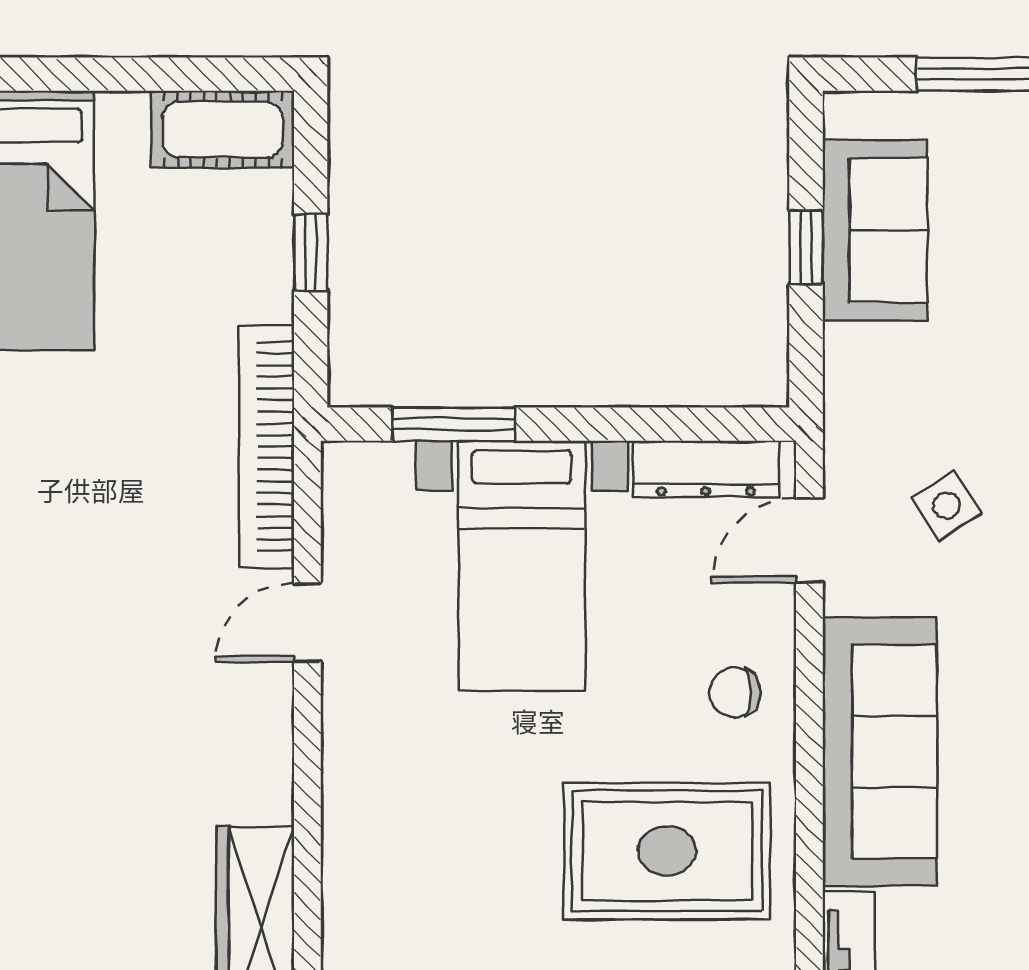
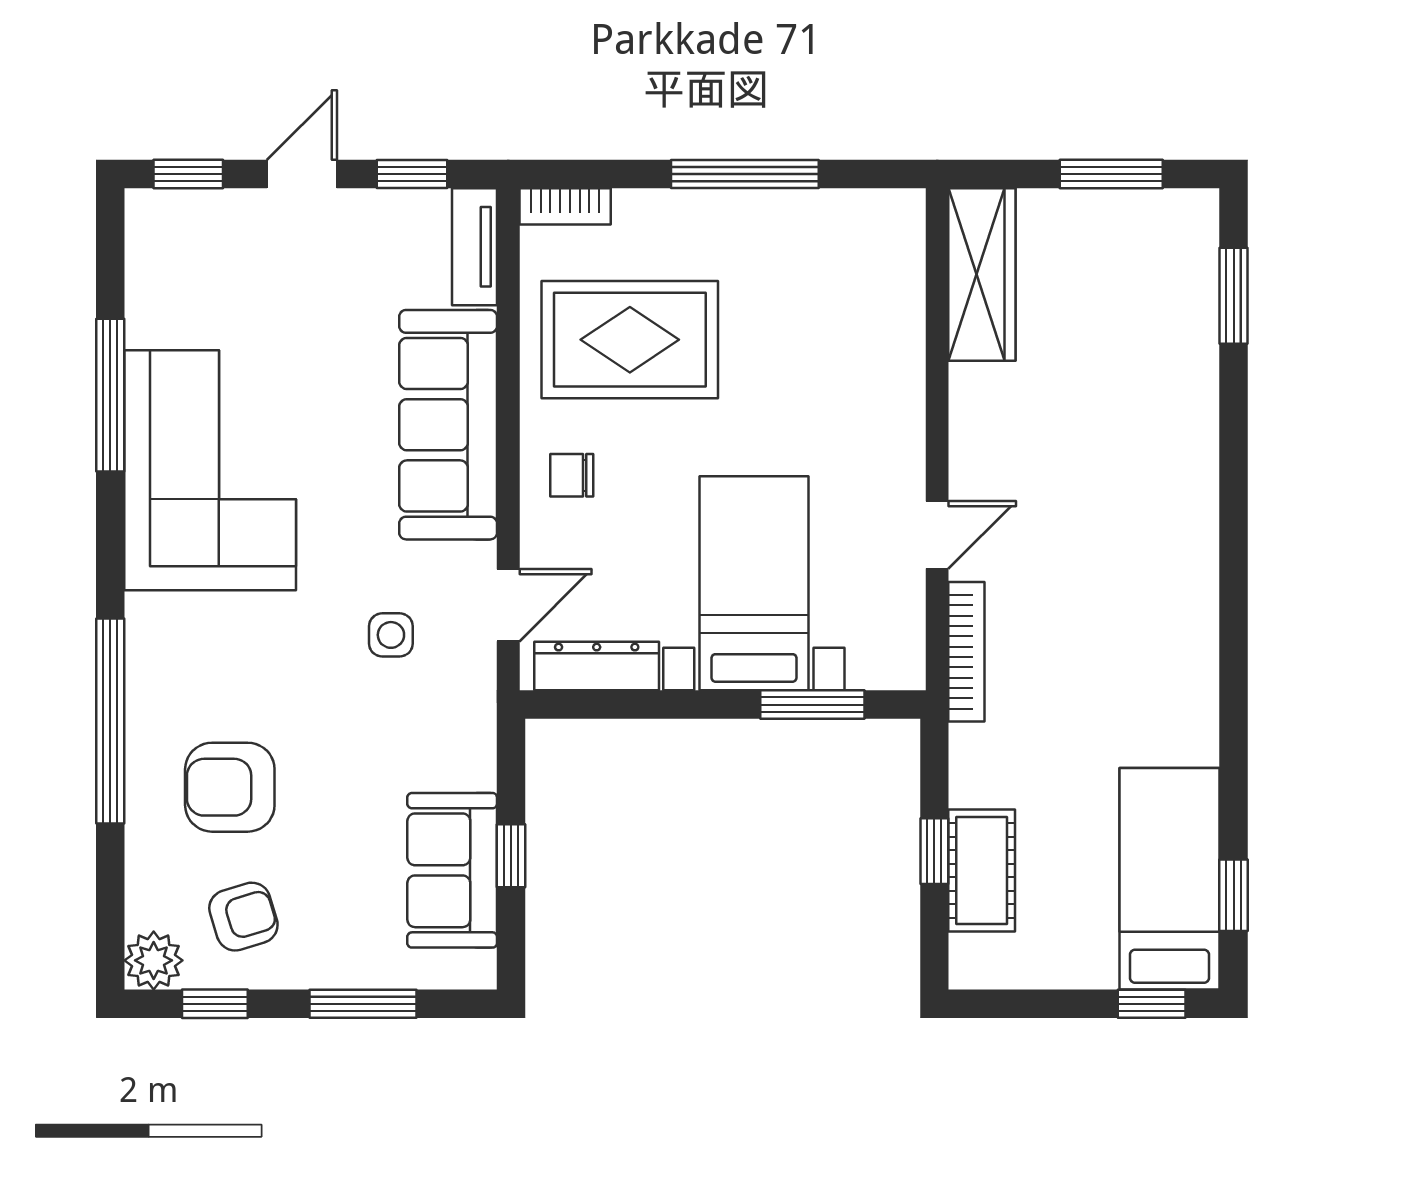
window: (57, 74) -> (1152, 1004), added
cot: (223, 129) -> (982, 870), moved, turned 90
bookcase: (267, 447) -> (966, 652), width x0.68, depth x0.76
side table: (947, 506) -> (391, 635), turned 33
chair: (735, 692) -> (572, 475), turned 180

